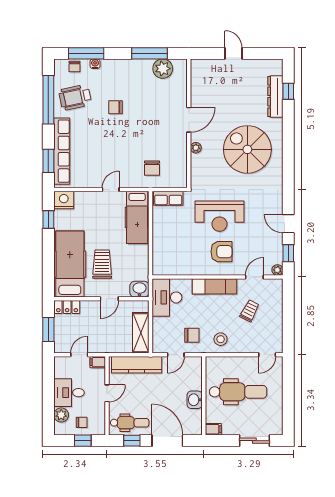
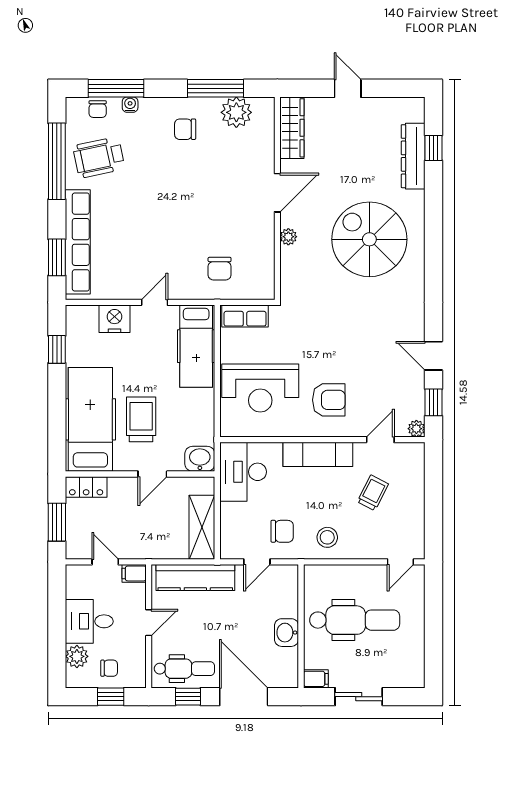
wardrobe: (198, 78) -> (292, 128), added
chair: (115, 107) -> (185, 129), moved
nightstand: (64, 200) -> (115, 319), moved
reception desk: (219, 216) -> (260, 388), moved
door: (79, 355) -> (105, 562), hinge flipped
sliding door: (254, 441) -> (359, 697), moved

